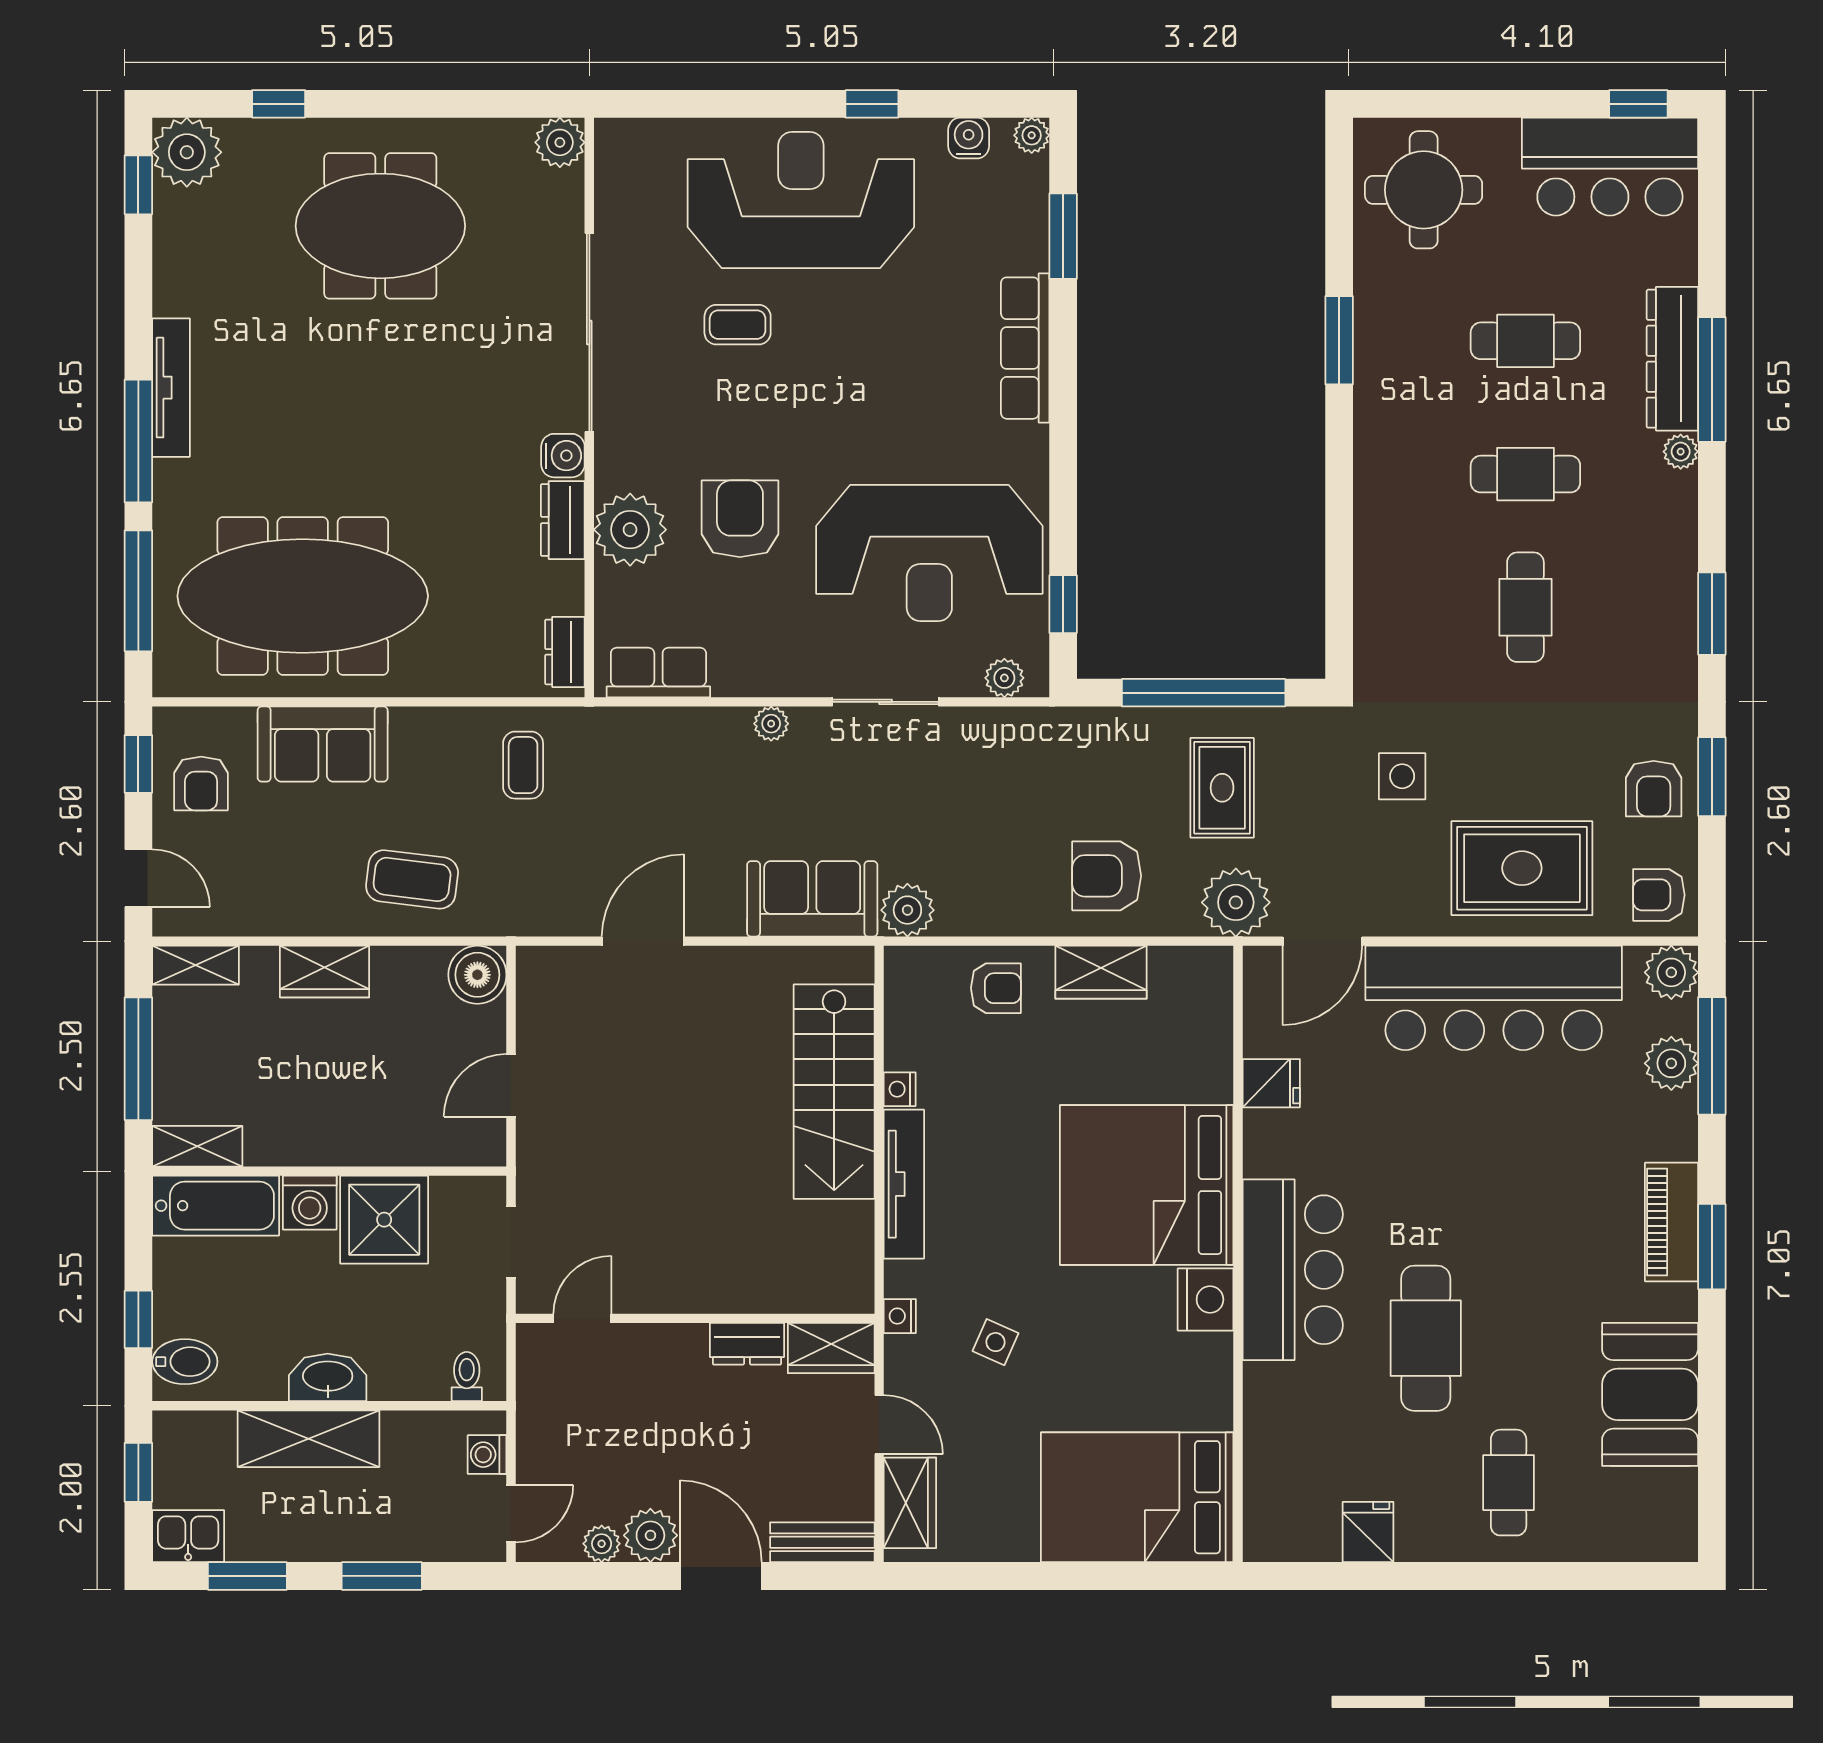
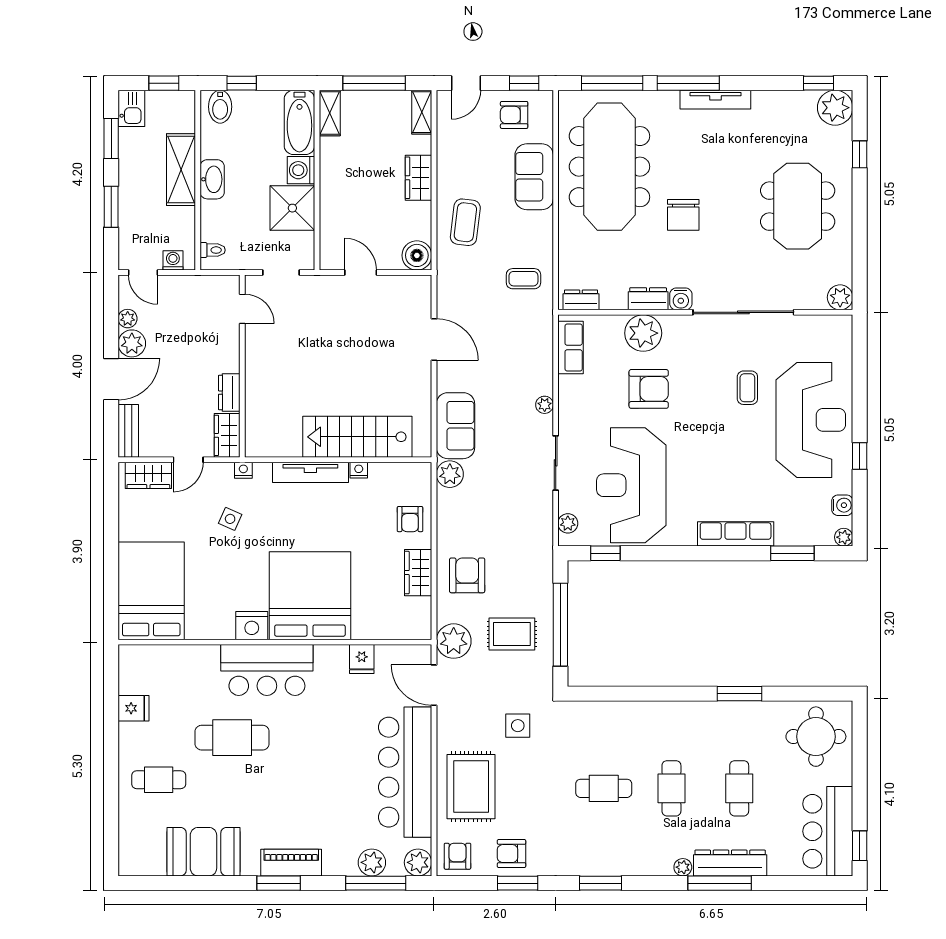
chair: (398, 451) -> (683, 215), added

